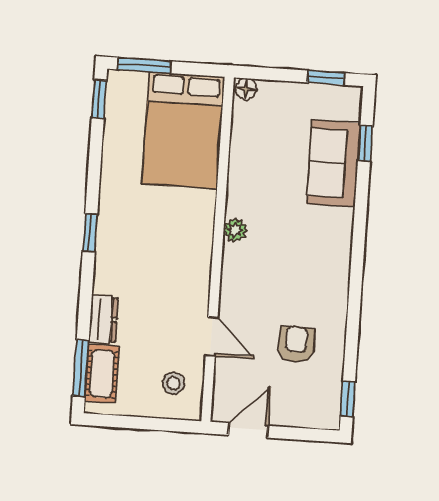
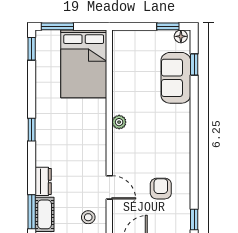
floor lamp: (246, 89) -> (181, 36), moved

